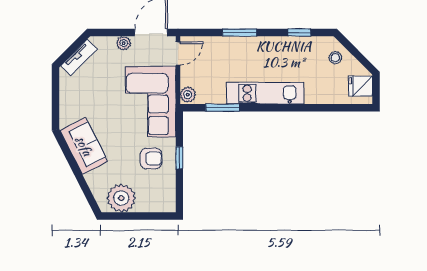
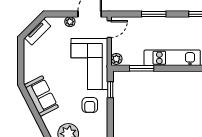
armchair: (151, 158) -> (90, 105), turned 90
window: (179, 158) -> (110, 90), moved

